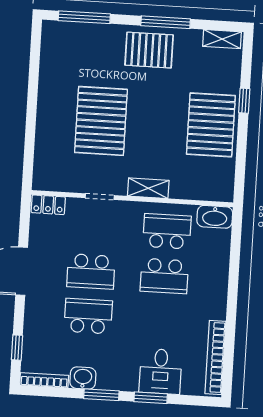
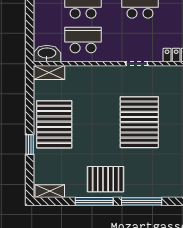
window: (84, 17) -> (142, 201), moved
shelving: (148, 188) -> (49, 72), moved
school desk: (167, 231) -> (83, 40), turned 180

